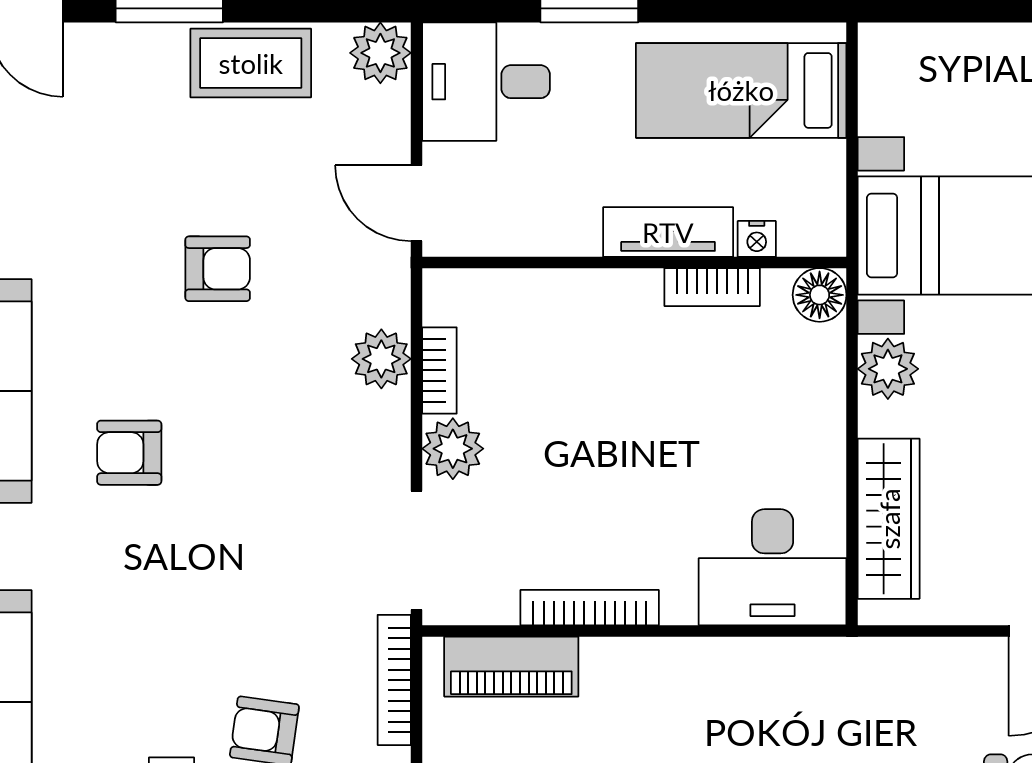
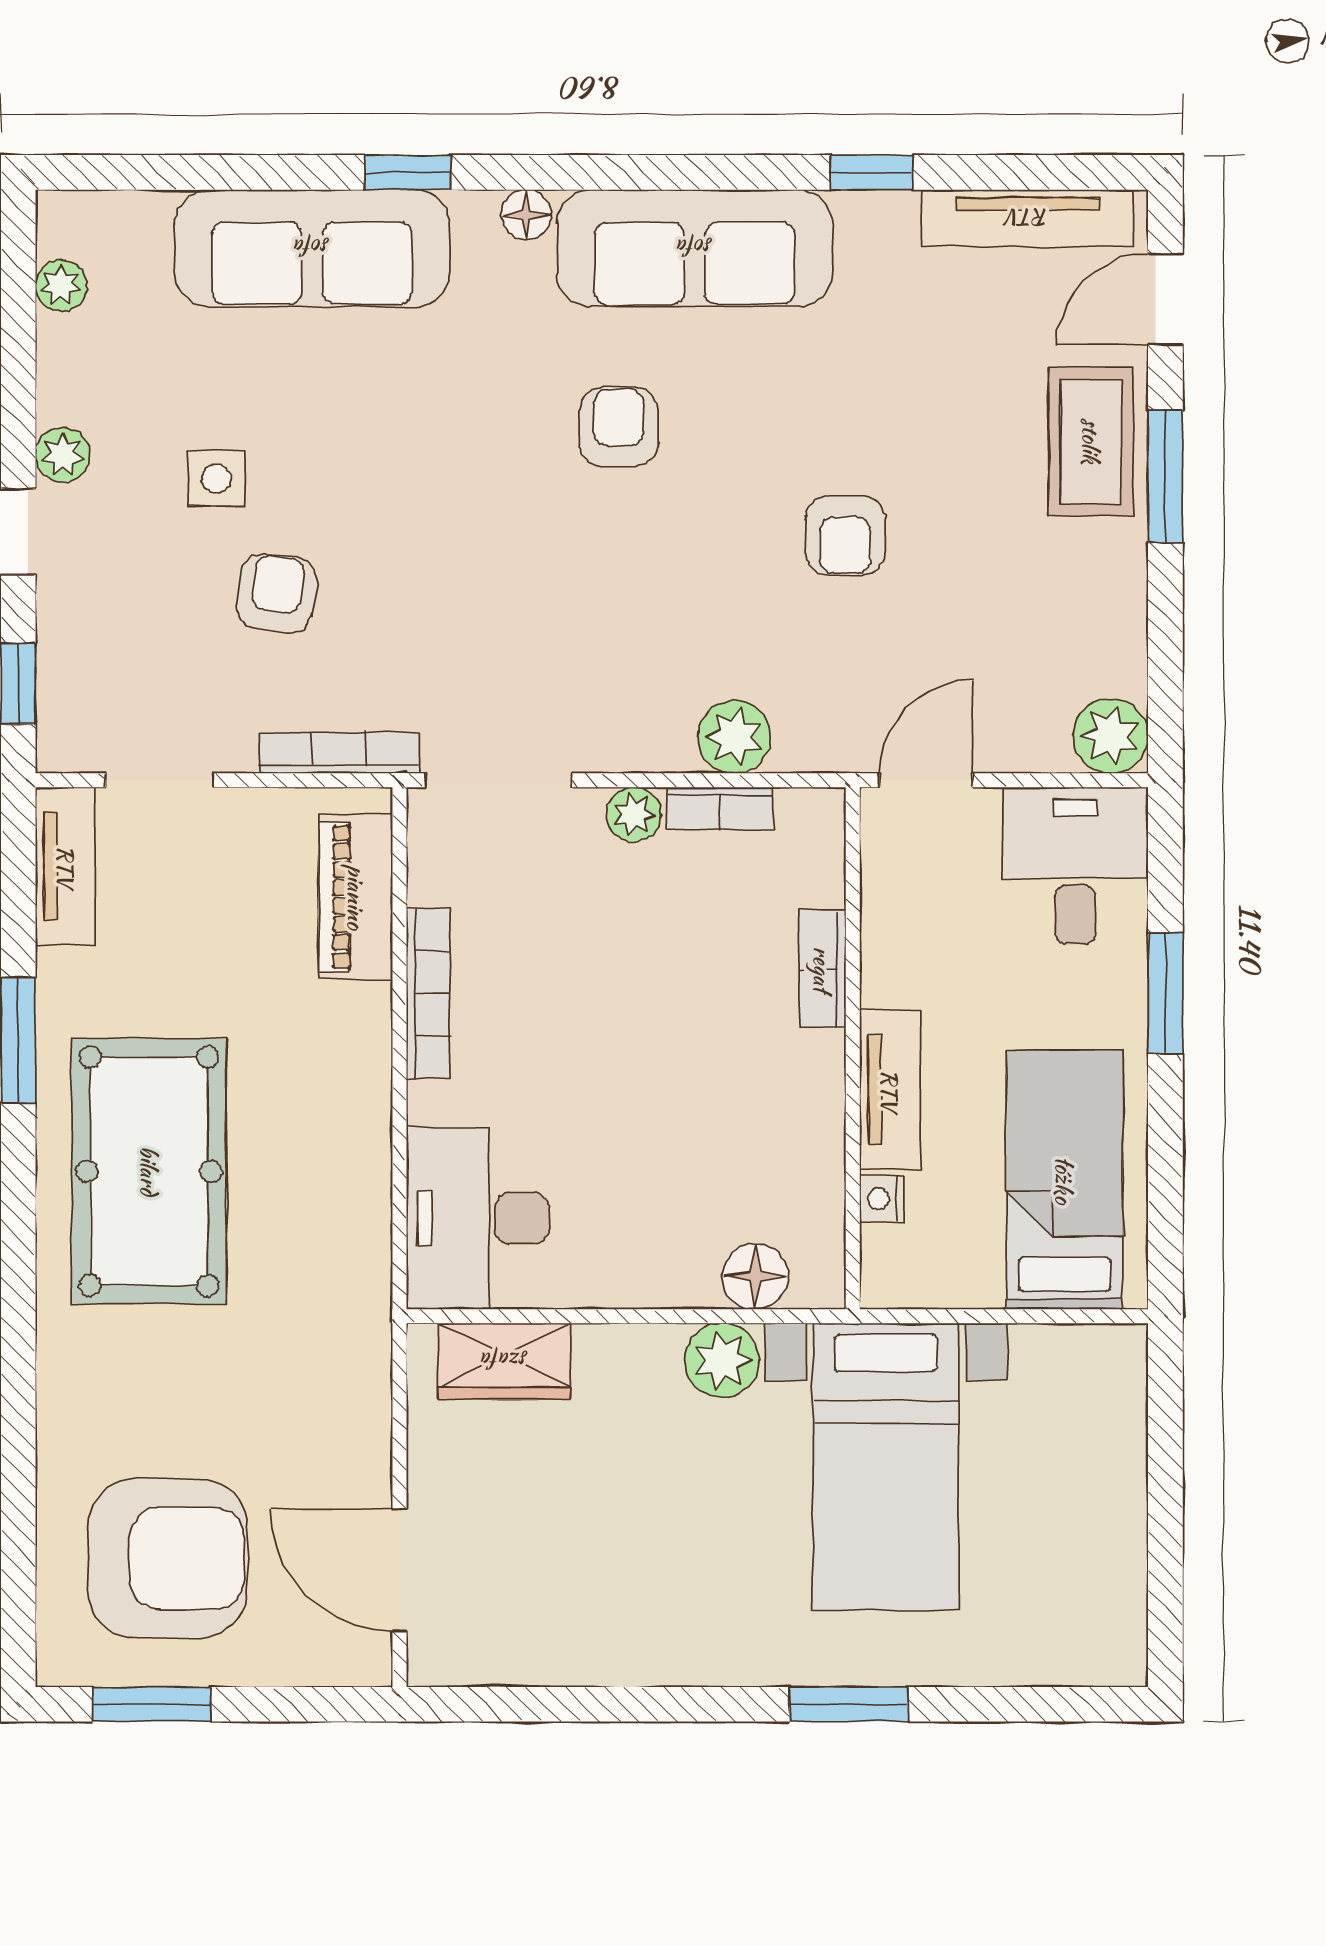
coffee table: (251, 63) -> (1091, 441), moved
bookcase: (712, 287) -> (822, 969), moved
floor lamp: (820, 295) -> (755, 1276), moved
plant: (453, 449) -> (634, 815), width x0.73, depth x0.73
wardrobe: (889, 519) -> (505, 1361), width x0.67

